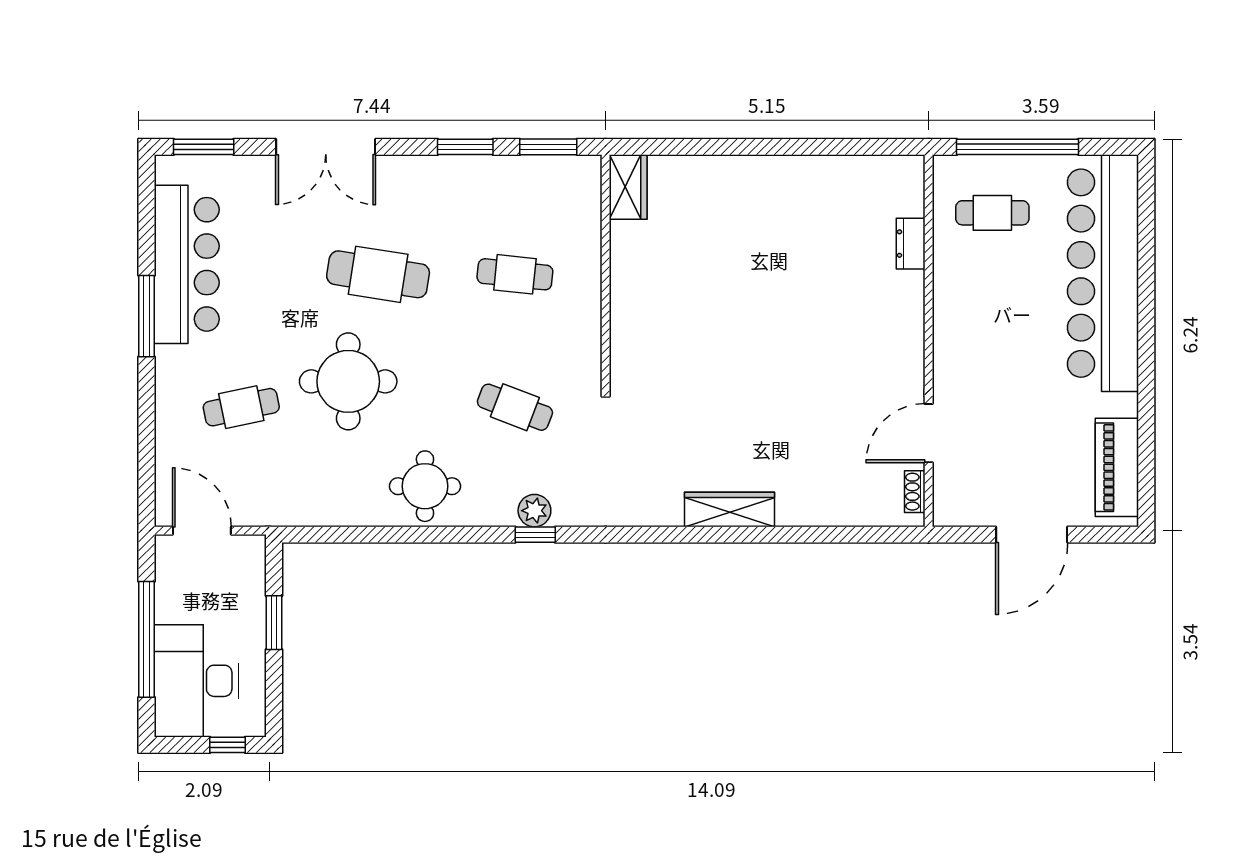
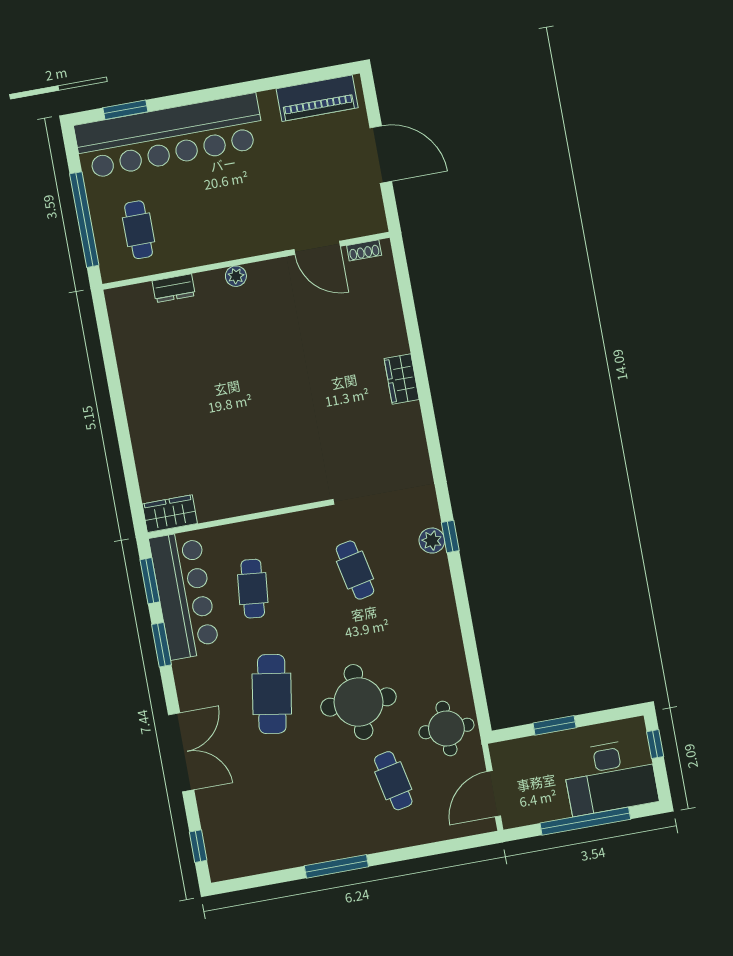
window: (204, 147) -> (198, 846), width x0.67
window: (1146, 224) -> (125, 110), added
bar counter: (187, 264) -> (184, 595), moved, turned 90
plant: (912, 325) -> (236, 276), added
cafe table: (515, 407) -> (355, 570), turned -33
round table: (425, 486) -> (446, 729), moved
wardrobe: (730, 509) -> (402, 379), width x0.67

